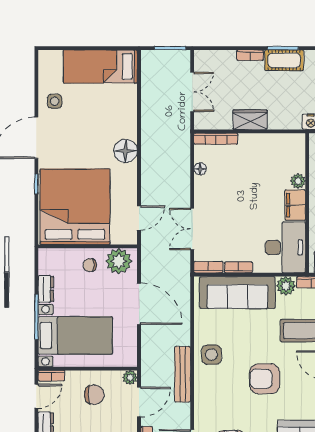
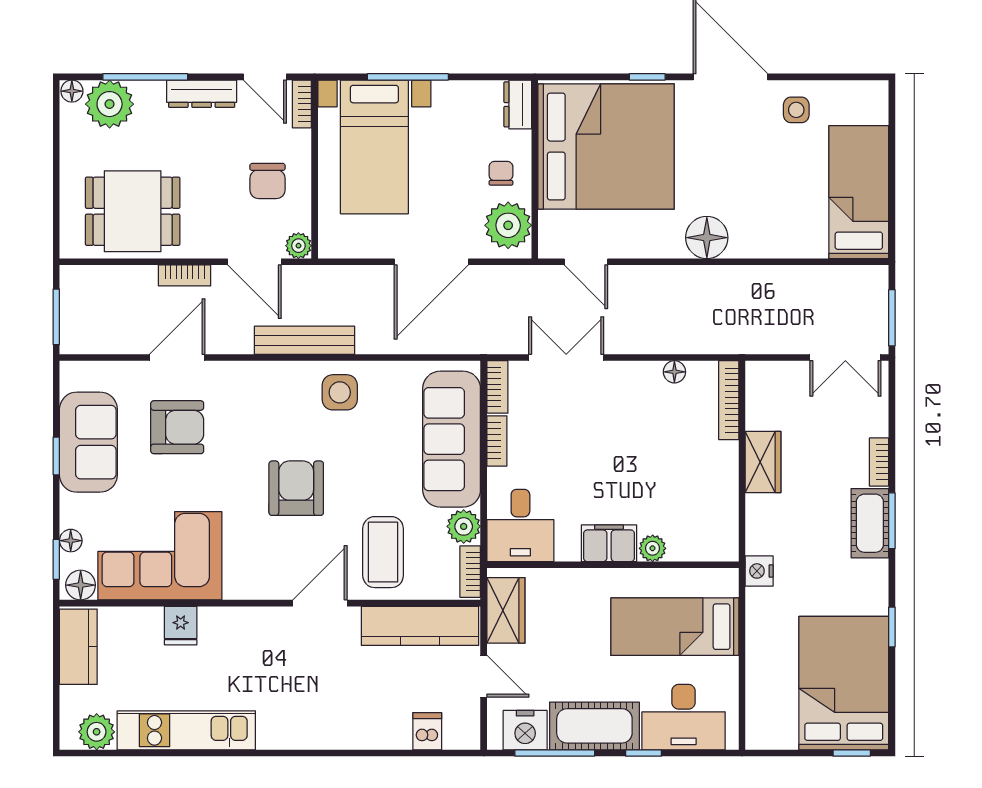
double door: (192, 92) -> (845, 357), moved
desk: (285, 247) -> (520, 525), width x0.73
dresser: (46, 289) -> (518, 104), moved, turned 90

